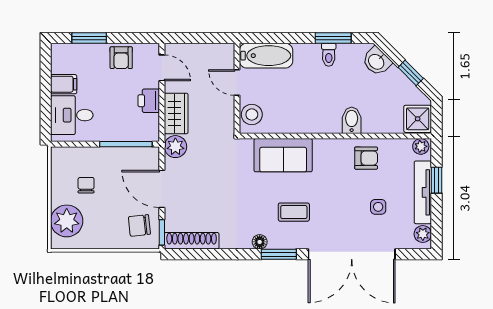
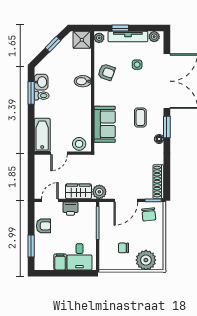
washbasin: (377, 61) -> (41, 82), moved, turned -45
armchair: (366, 158) -> (106, 72), turned 110

